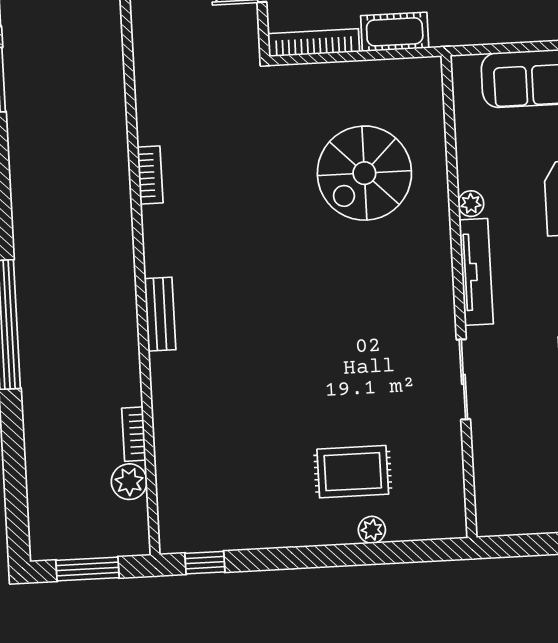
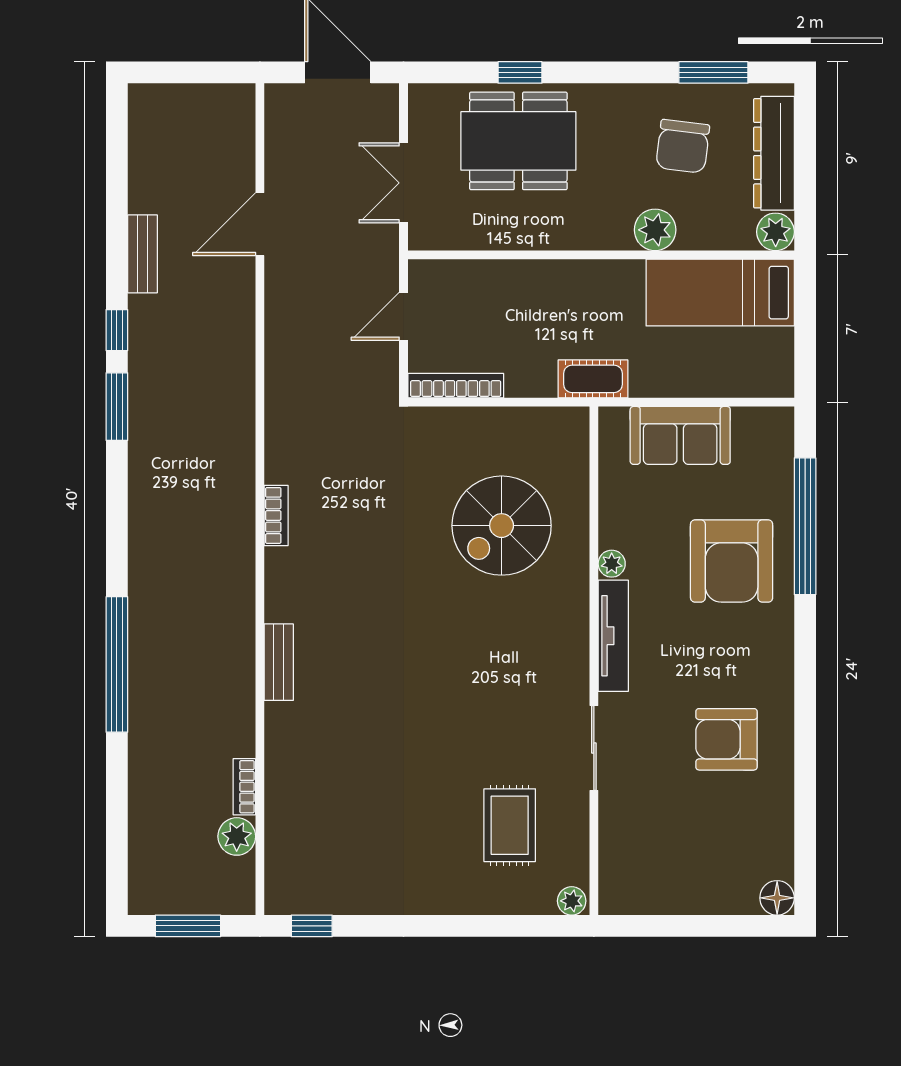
cot: (395, 32) -> (593, 379), moved
rug: (353, 472) -> (510, 825), moved, turned 90
plant: (372, 530) -> (572, 901), moved

